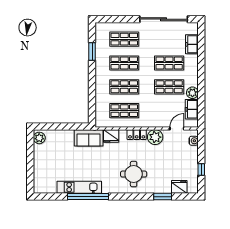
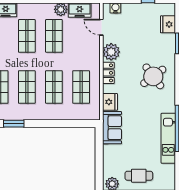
cafe table: (46, 161) -> (139, 176), added
round table: (134, 174) -> (153, 76), turned -37

